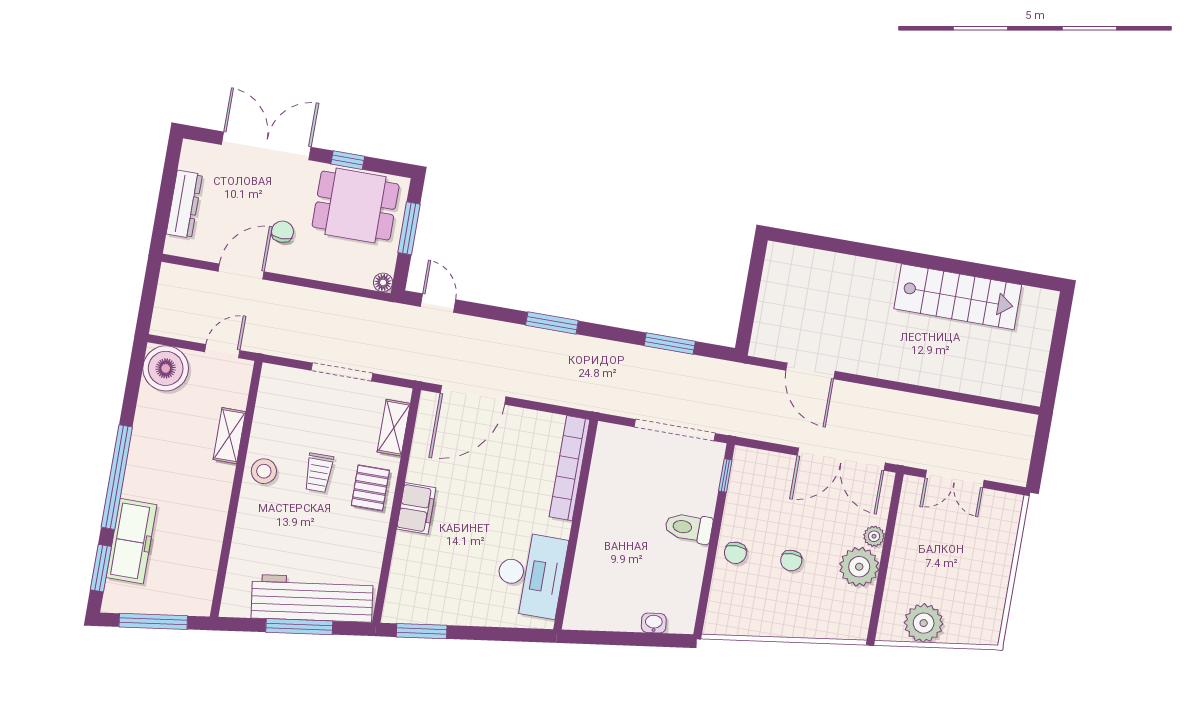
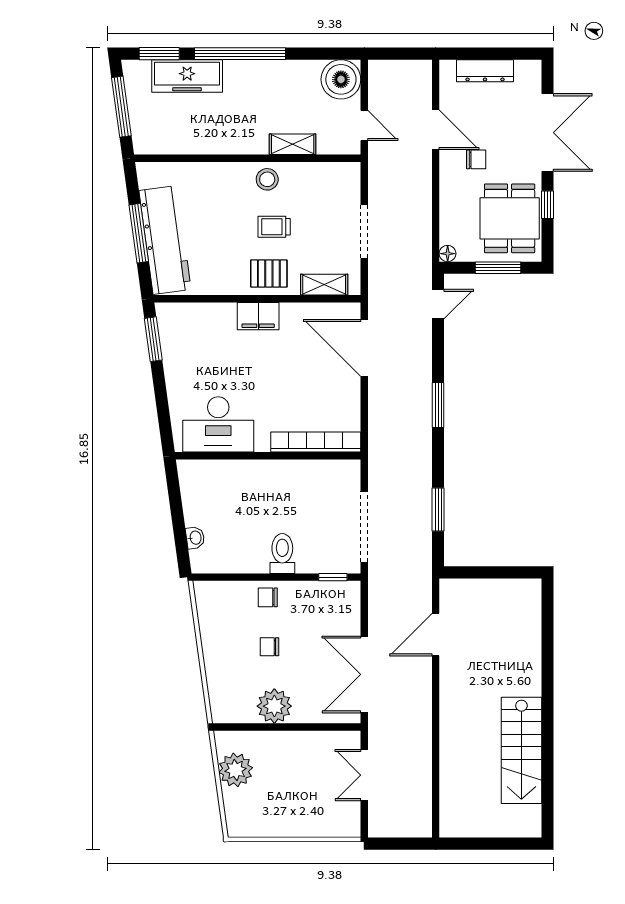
plant: (874, 536) -> (303, 714), removed

